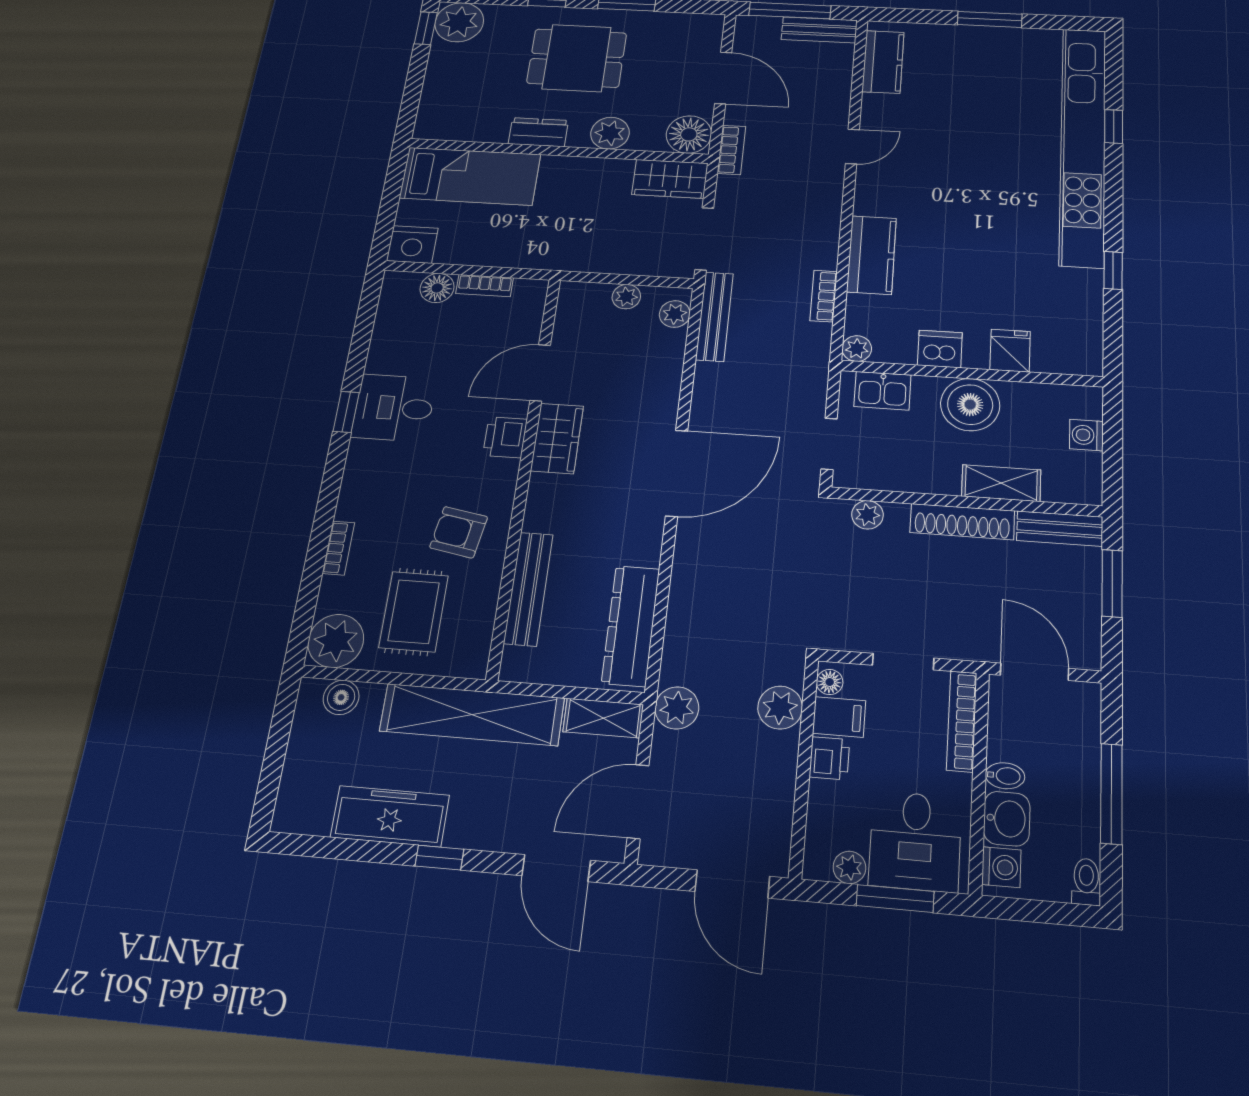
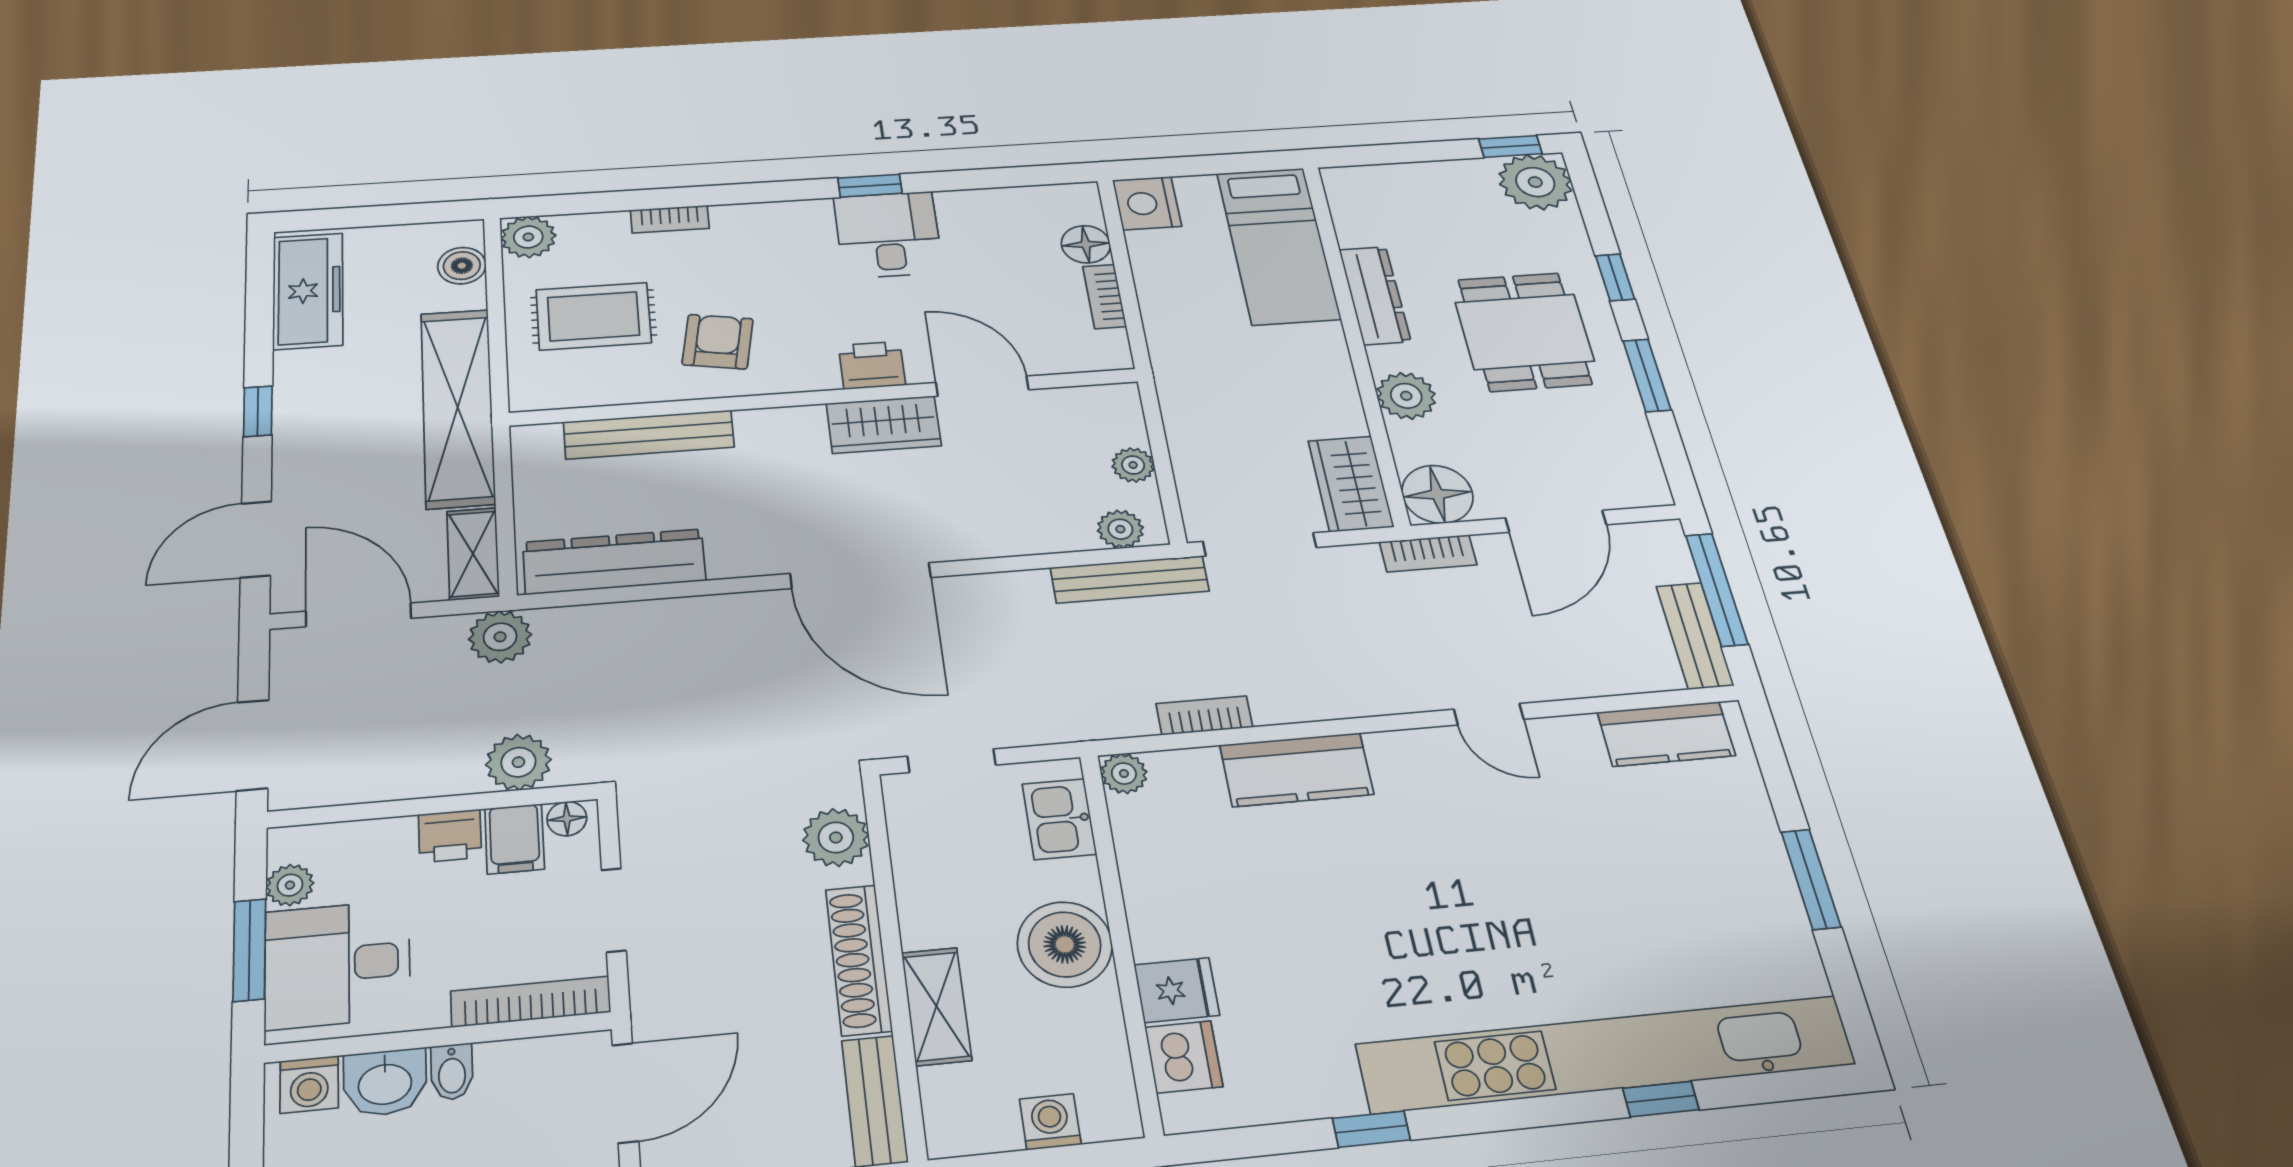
dresser: (538, 132) -> (1375, 295), width x1.44
dishwasher: (940, 349) -> (1184, 1057), moved
plant: (867, 515) -> (836, 837), width x1.38, depth x1.38
plant: (336, 641) -> (528, 237), width x0.73, depth x0.73
freezer: (390, 816) -> (308, 291), moved

